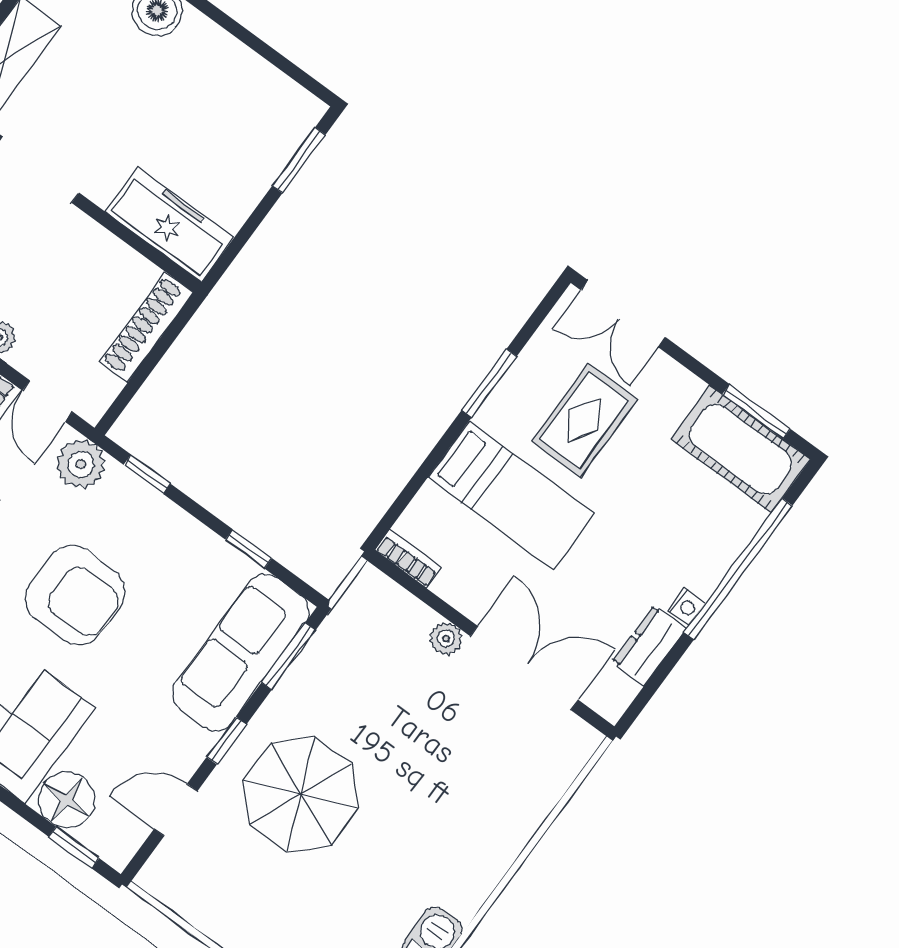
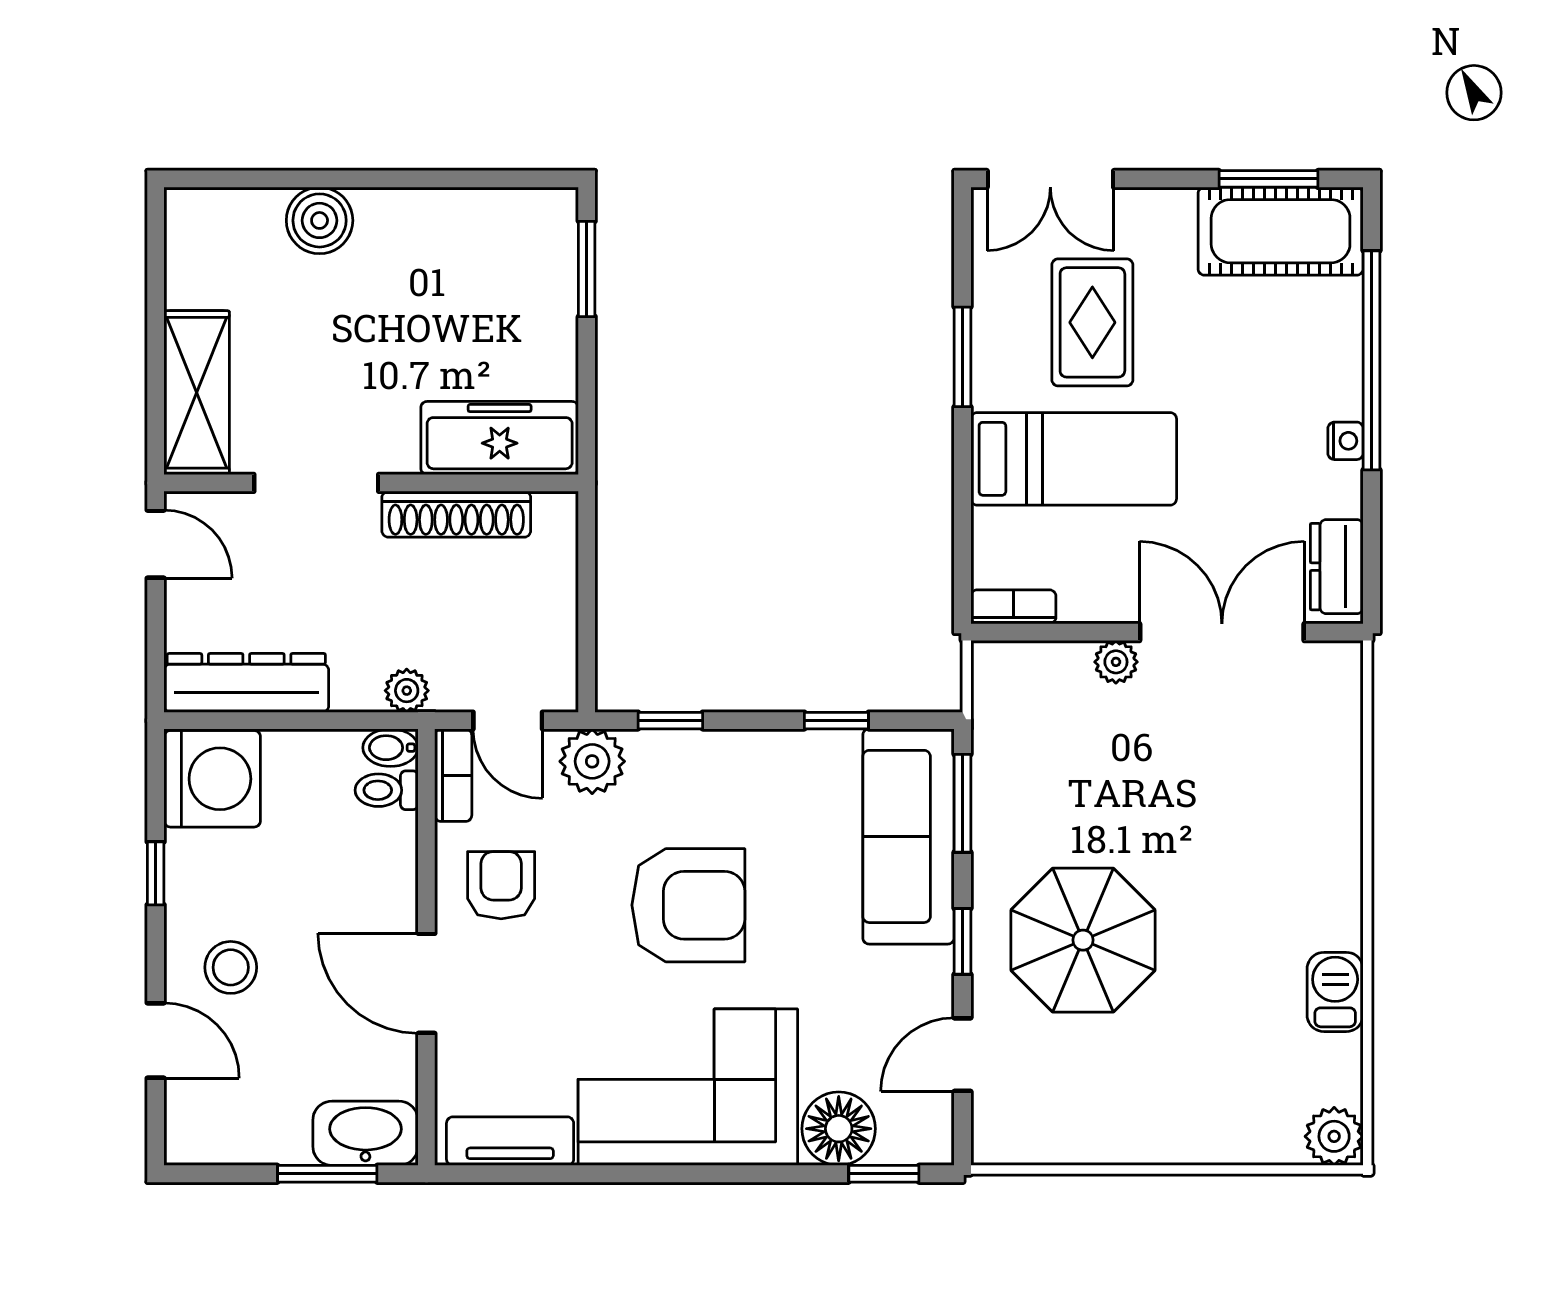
shoe rack: (146, 328) -> (456, 514), moved, turned -90
dresser: (649, 646) -> (1337, 567), moved

